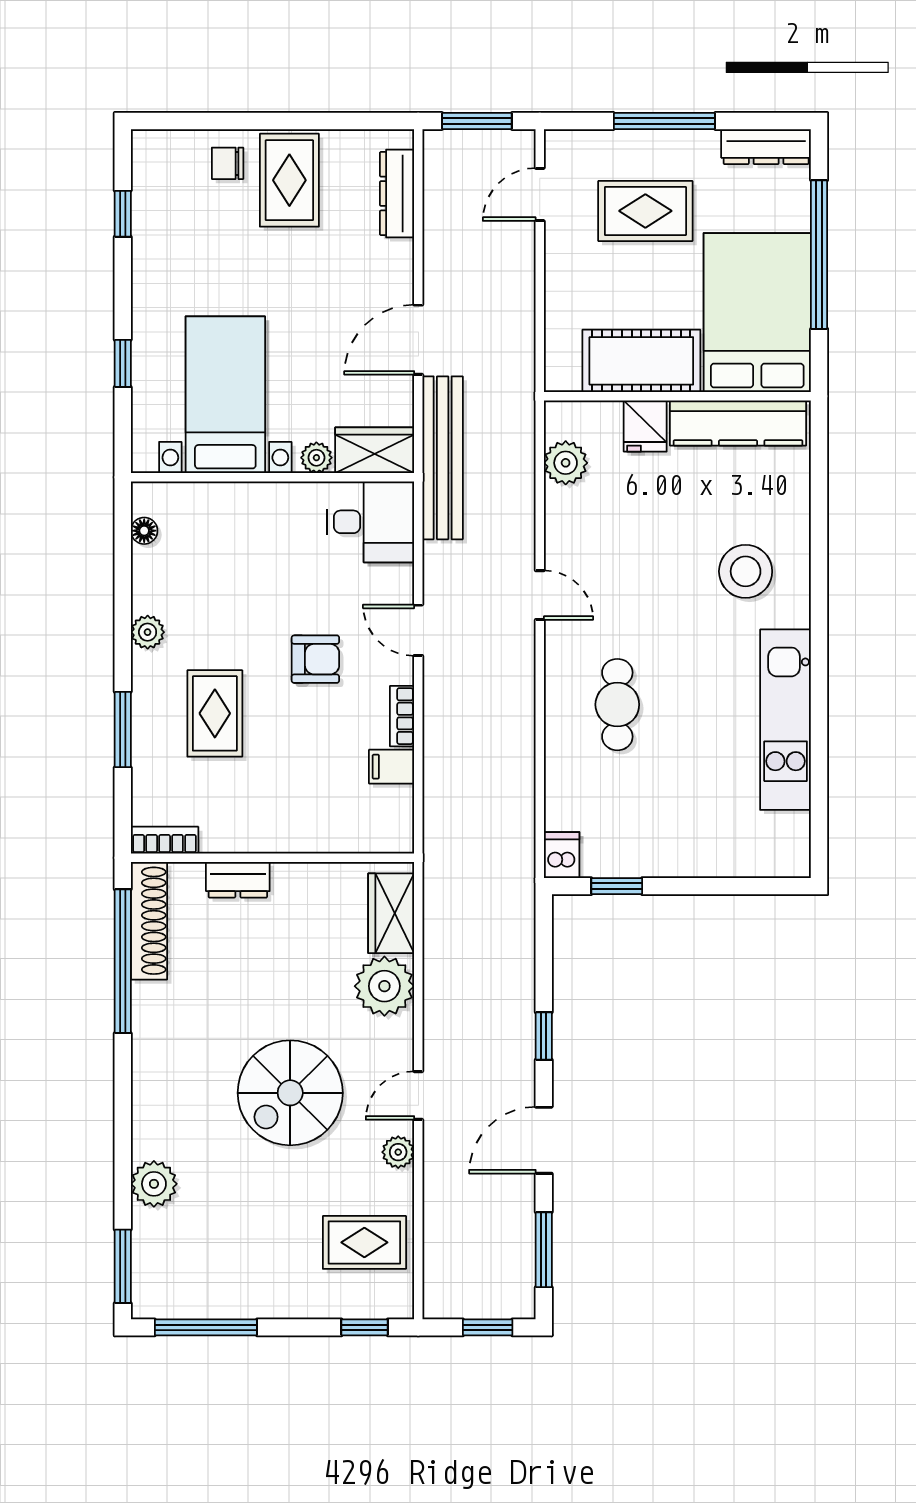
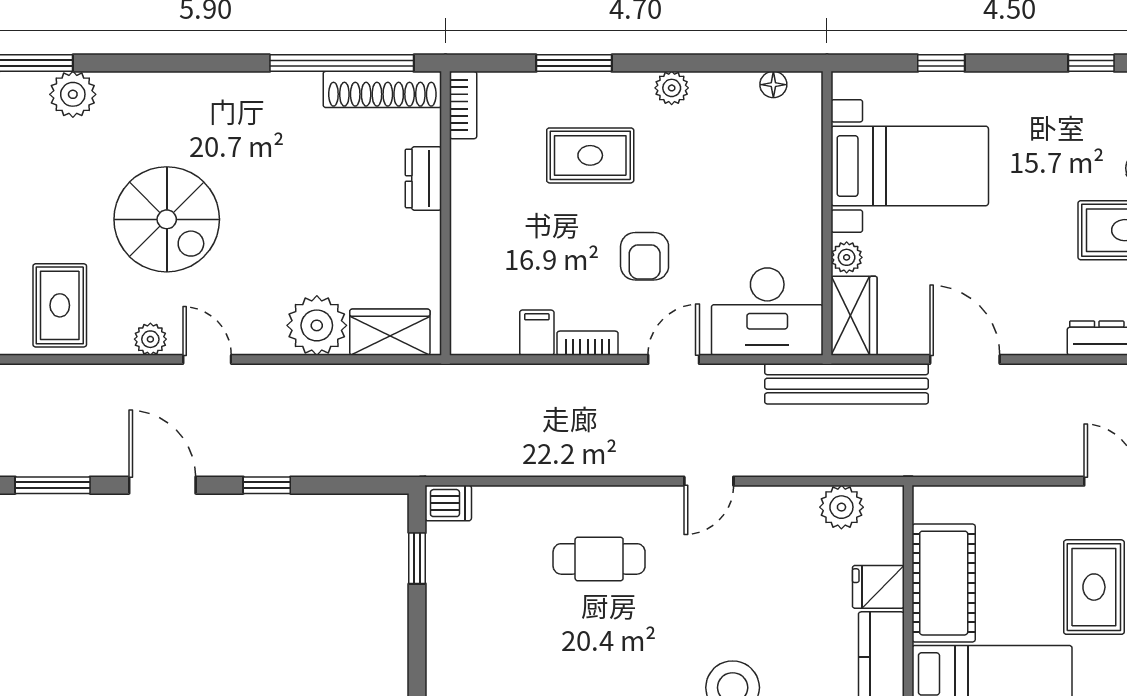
desk: (371, 522) -> (767, 312), width x1.37
spiral stairs: (290, 1093) -> (167, 219), moved, turned 180
plant: (154, 1184) -> (73, 94), moved

